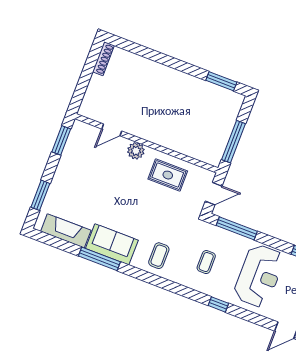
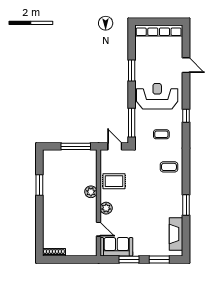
window: (221, 81) -> (39, 185), moved
plant: (165, 139) -> (91, 192), added
window: (61, 140) -> (129, 259), moved
rug: (168, 175) -> (114, 181), turned 90
sofa: (112, 244) -> (116, 247), moved, turned 90
window: (99, 259) -> (186, 205), width x0.69

